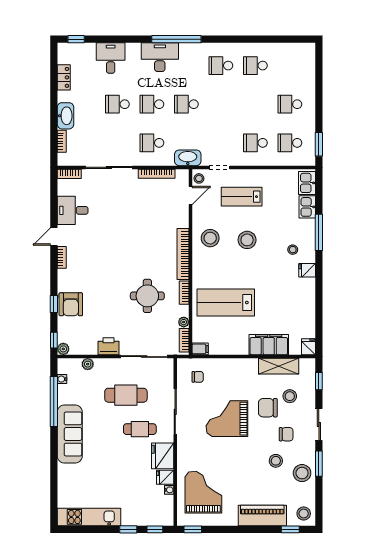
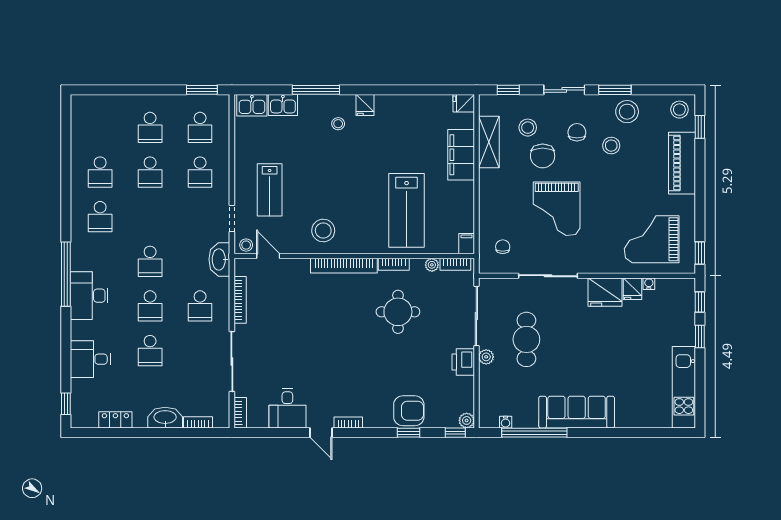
school desk: (255, 104) -> (150, 172), added
stool: (247, 240) -> (326, 183), removed
plant: (88, 364) -> (486, 357), moved
cafe table: (140, 429) -> (570, 321), removed

